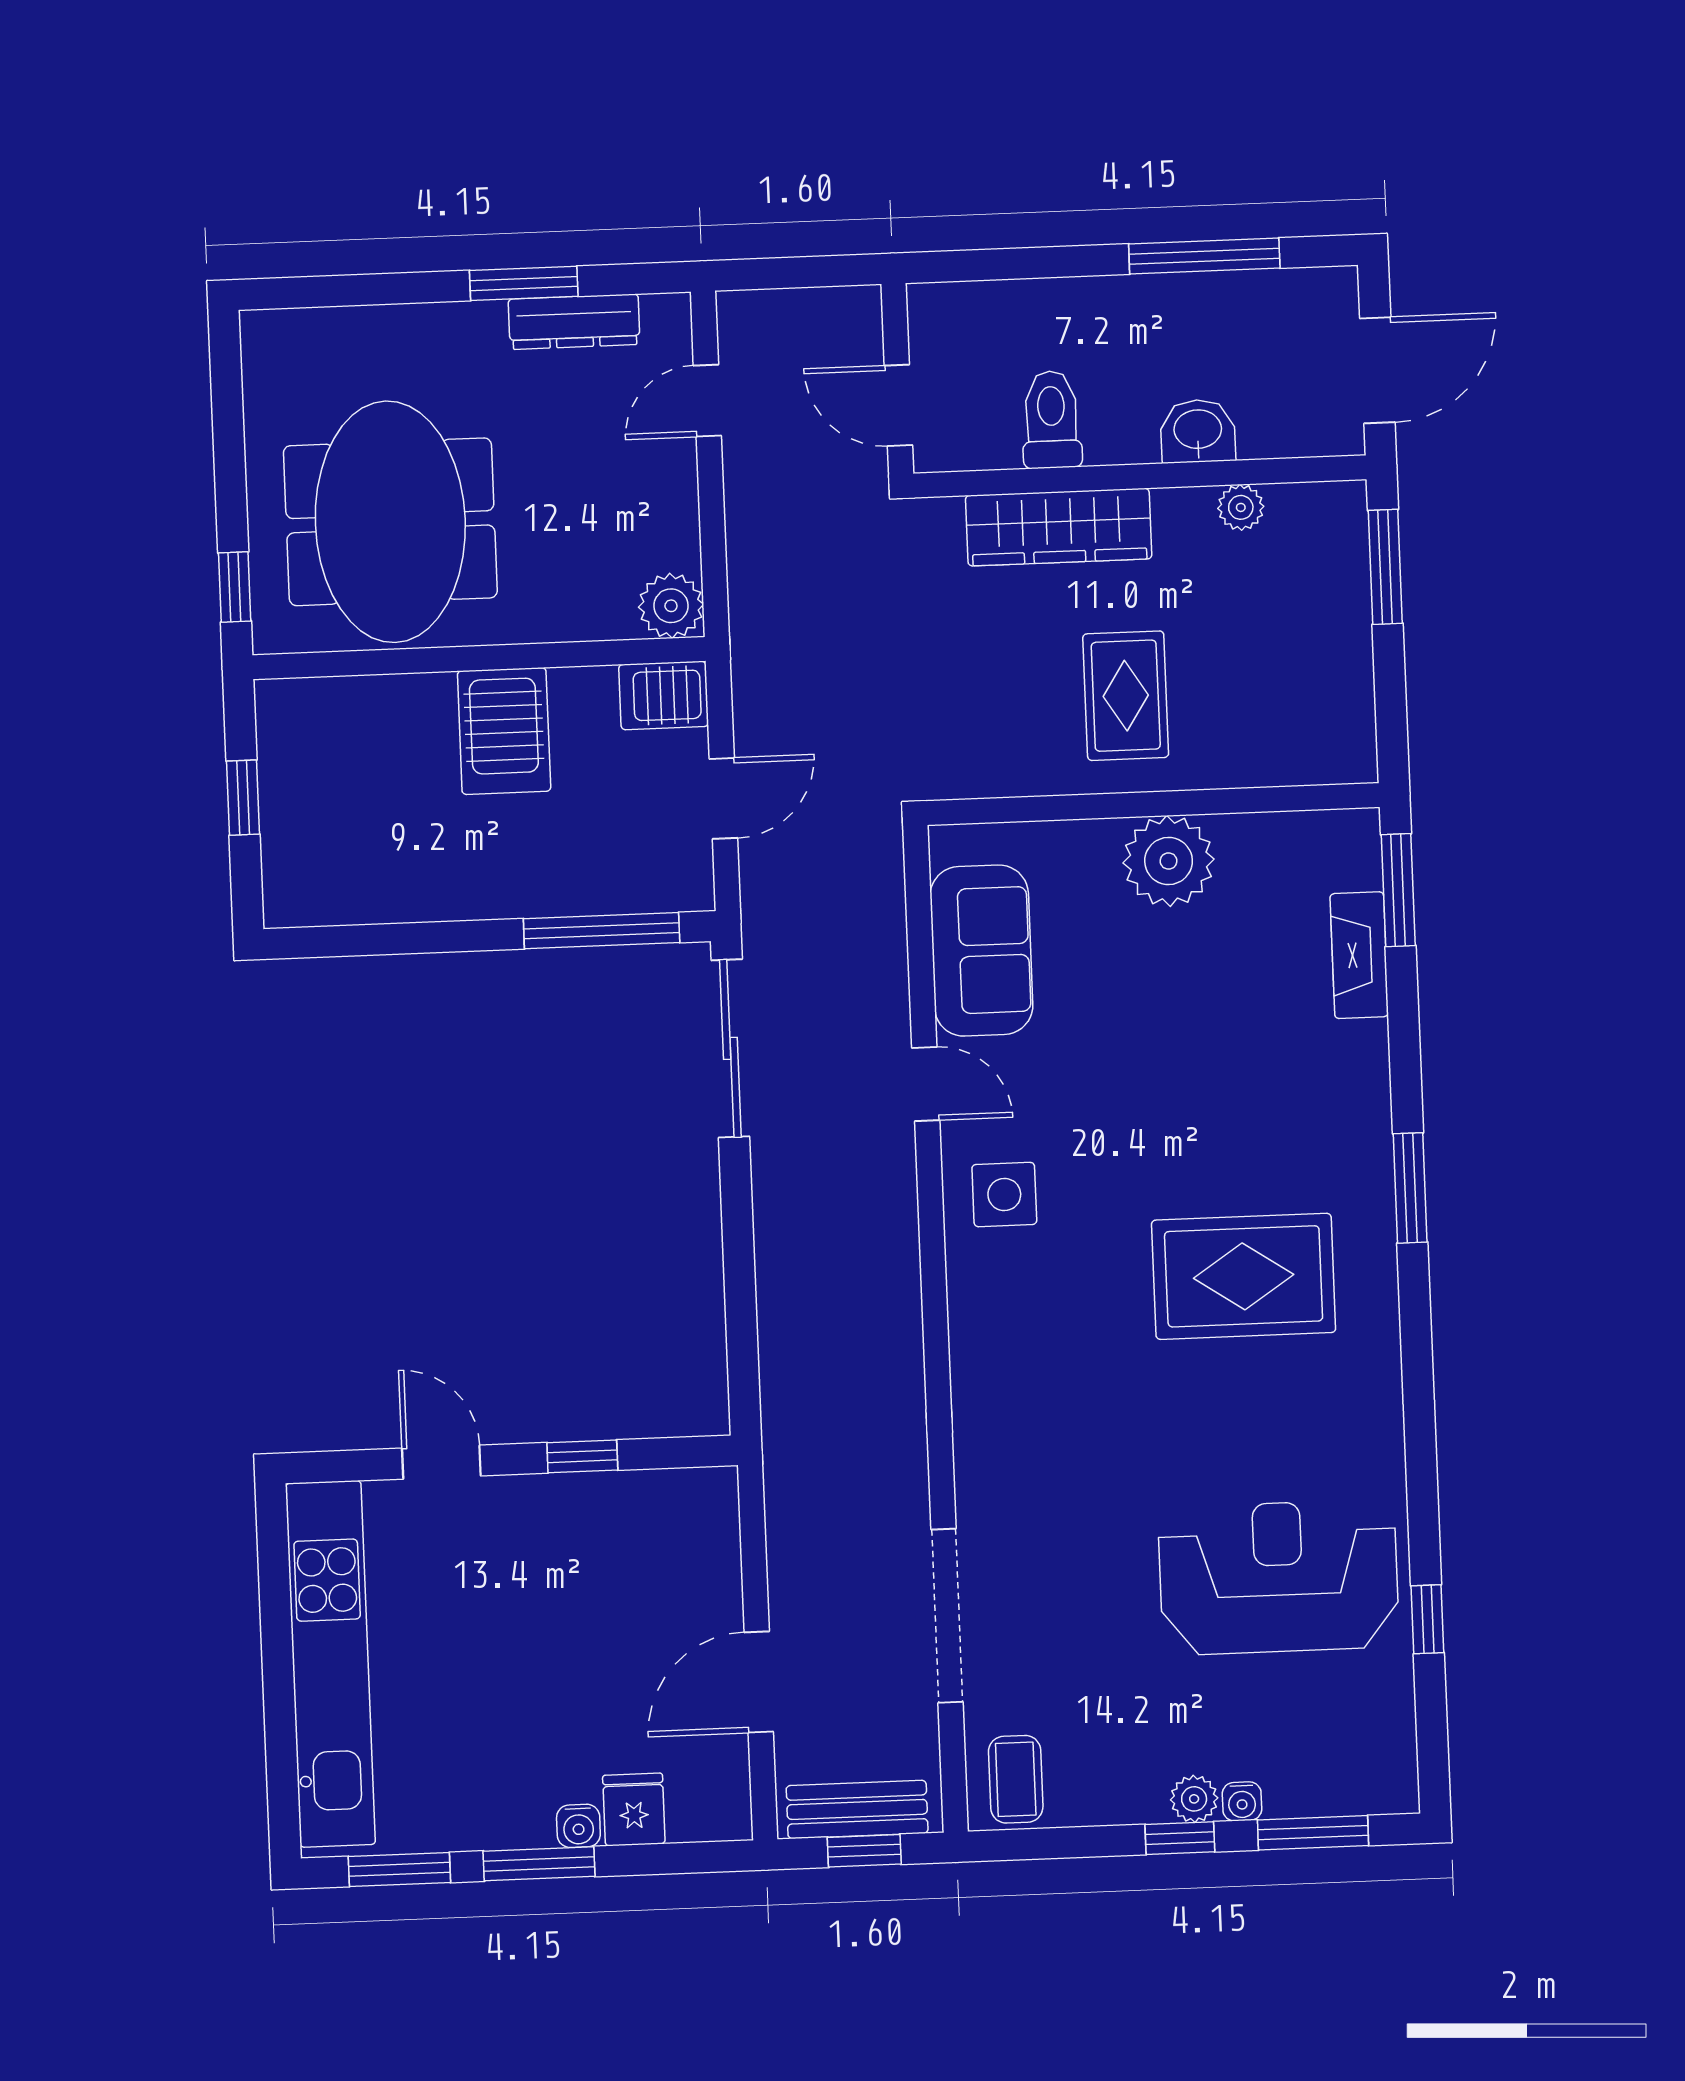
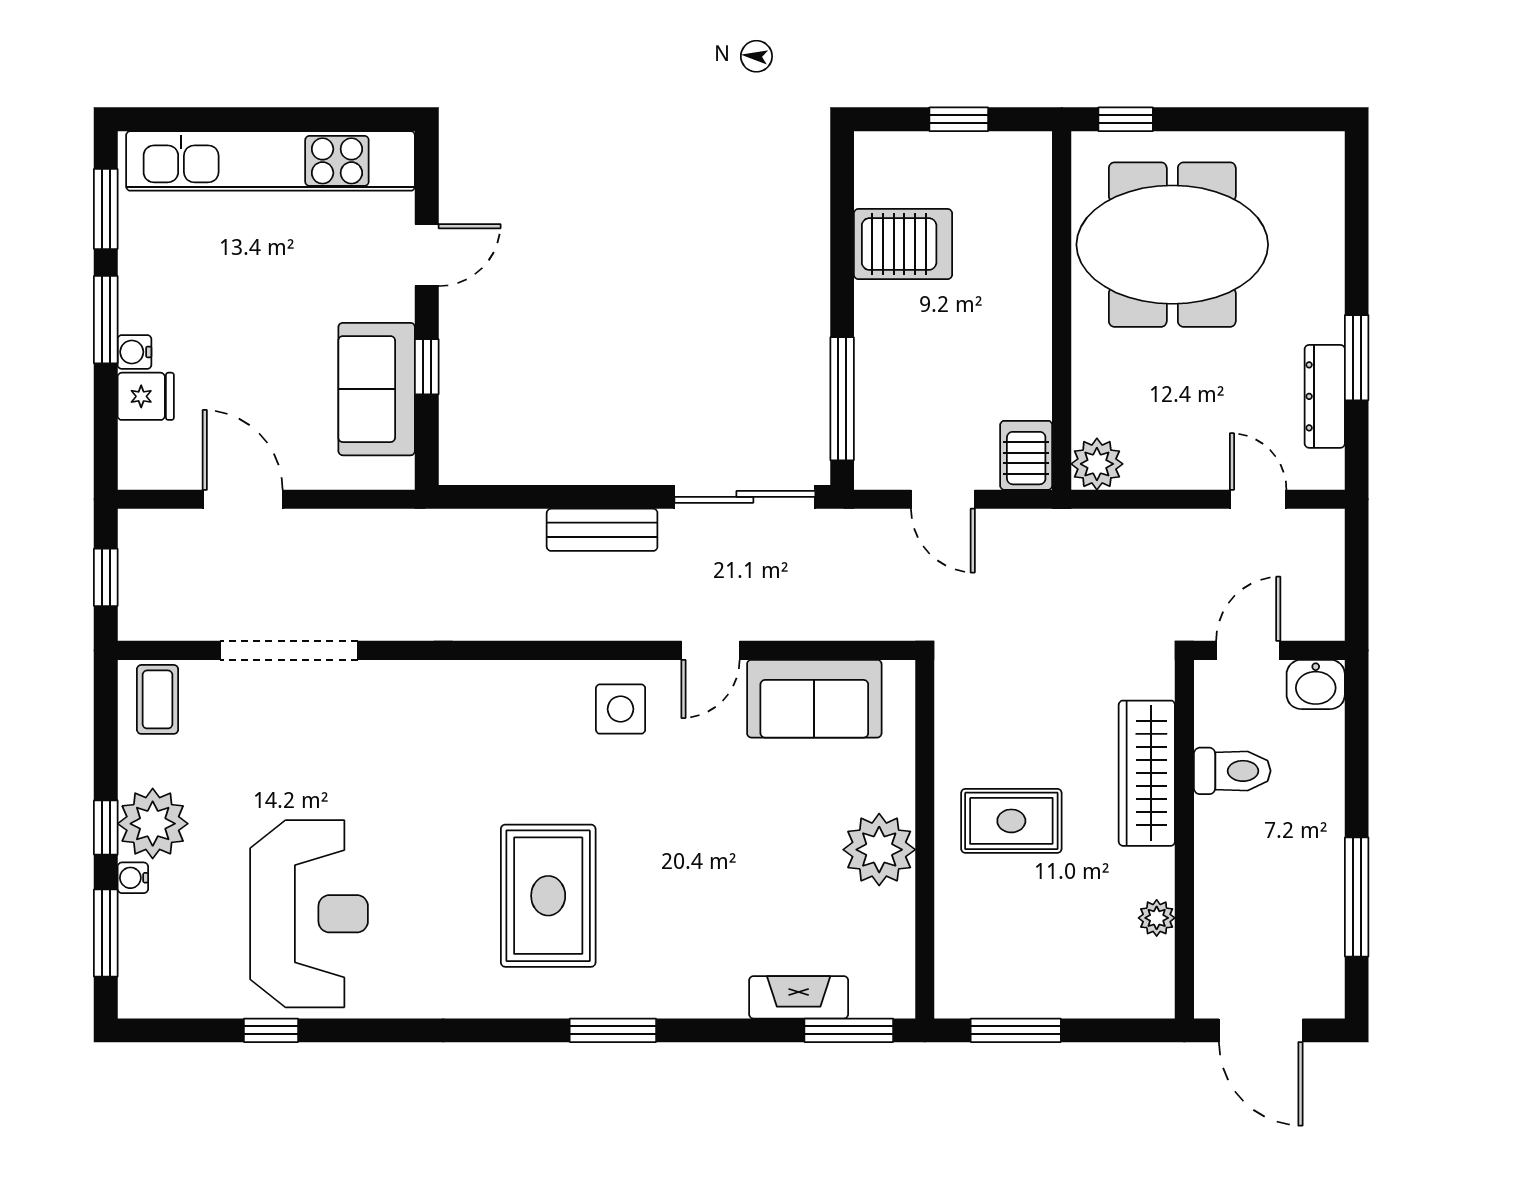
washbasin: (1198, 431) -> (1316, 684), moved, turned 90
window: (1385, 567) -> (1016, 1030), moved
server rack: (504, 731) -> (903, 244), moved, turned 180
sofa: (613, 1518) -> (377, 389), added
coffee table: (1016, 1779) -> (158, 699), turned 90
plant: (1194, 1799) -> (153, 824), width x1.88, depth x1.88
bench: (857, 1809) -> (602, 530), moved, turned 90

